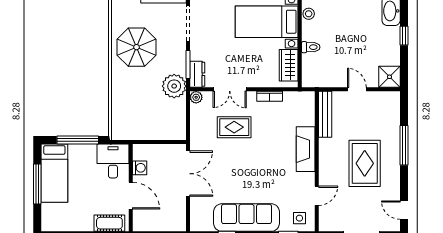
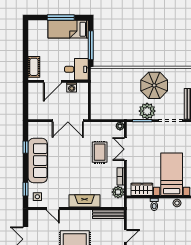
dresser: (197, 74) -> (136, 127), removed
plant: (174, 86) -> (147, 111), moved
plant: (293, 100) -> (118, 192), added

